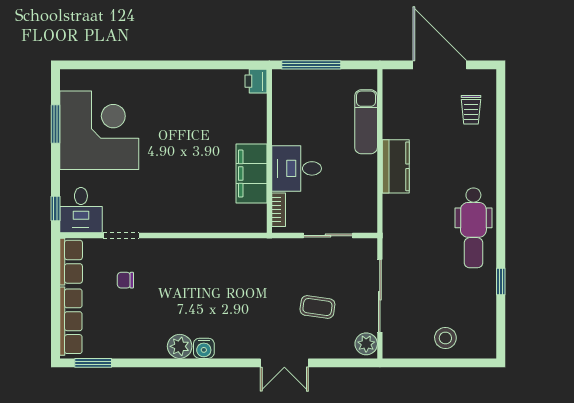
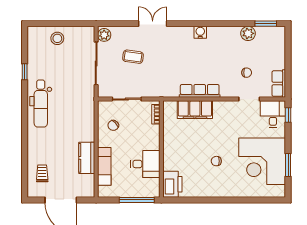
printer: (256, 81) -> (172, 184), width x1.87, depth x1.48
chair: (177, 131) -> (216, 161), added
kitchen counter: (396, 166) -> (87, 158), moved
desk: (297, 168) -> (145, 164), moved
filing cabinet: (251, 173) -> (195, 110), moved, turned 90
chair: (351, 191) -> (113, 125), added
dental chair: (473, 228) -> (41, 104), turned 180
row of seats: (71, 321) -> (200, 91), moved, turned 90
plant: (180, 346) -> (248, 33), moved

